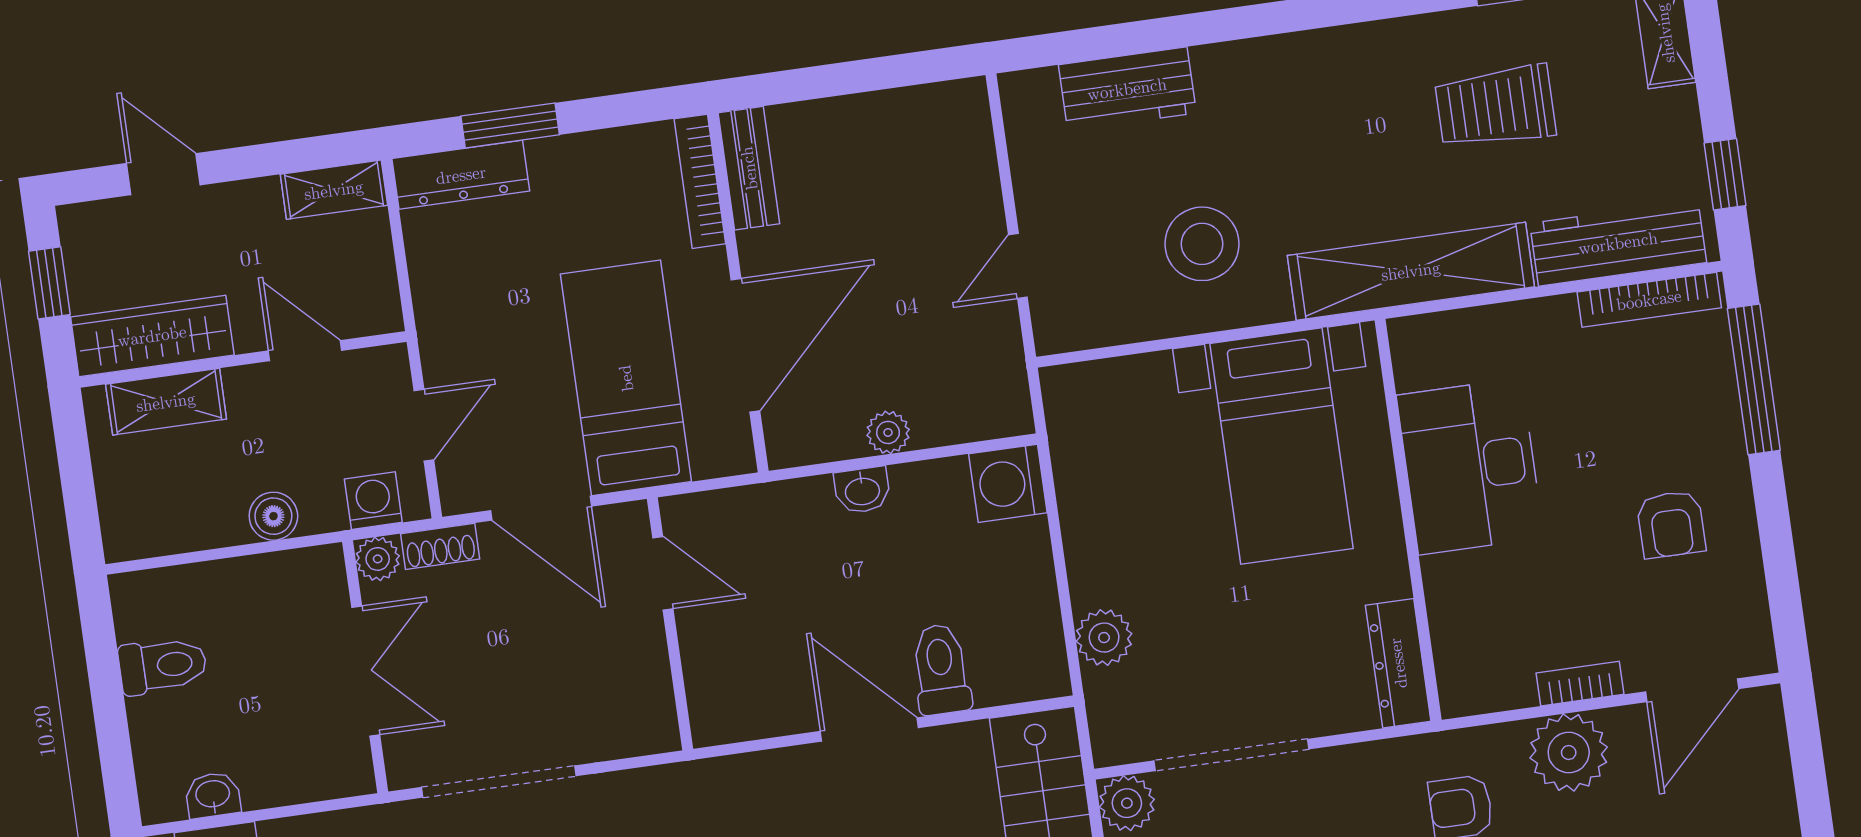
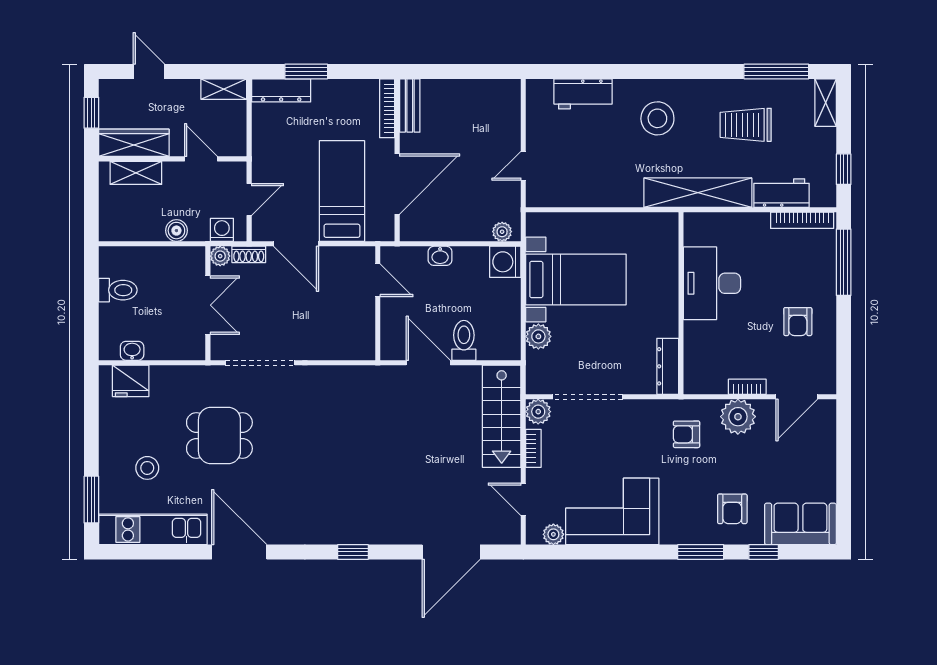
workbench: (1618, 243) -> (781, 193), width x0.73
stool: (1202, 244) -> (657, 118), moved
plant: (888, 432) -> (502, 232), moved
bed with nightstands: (1281, 446) -> (576, 279), moved, turned -90
door: (663, 573) -> (378, 280), moved
wall: (670, 624) -> (378, 303), moved

